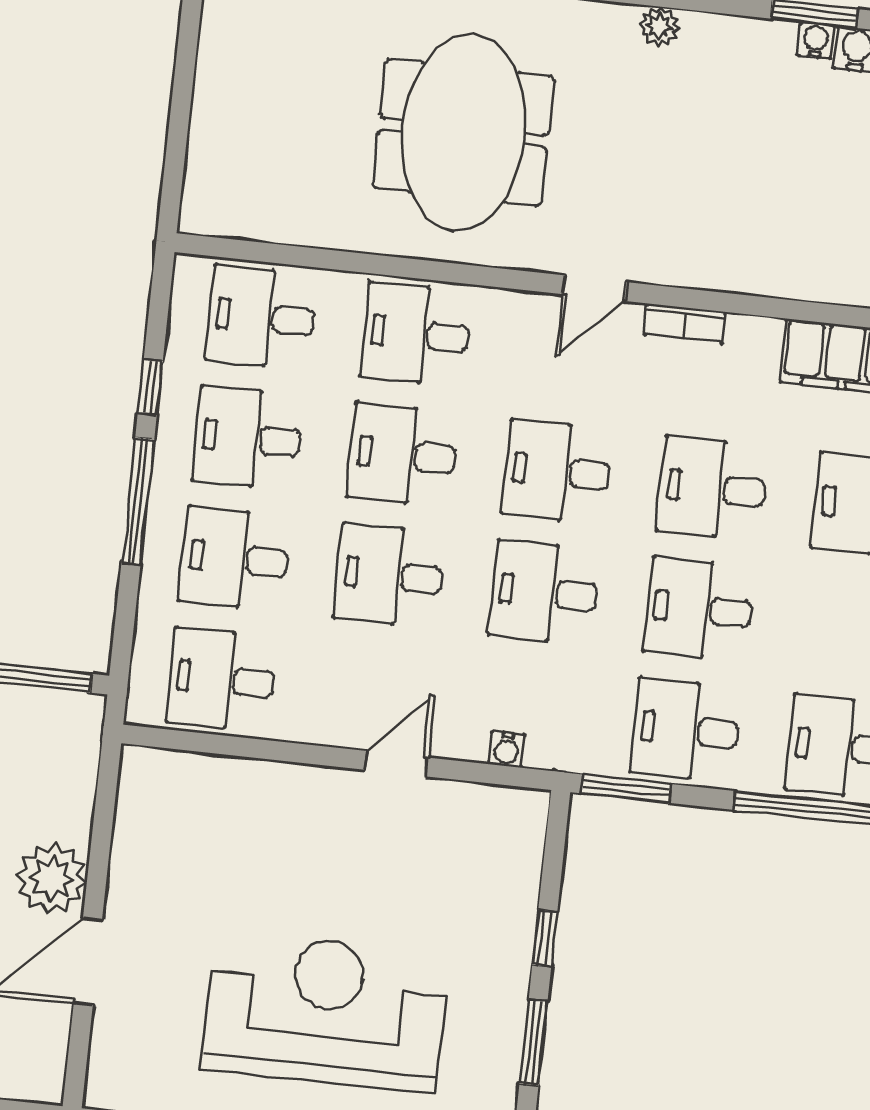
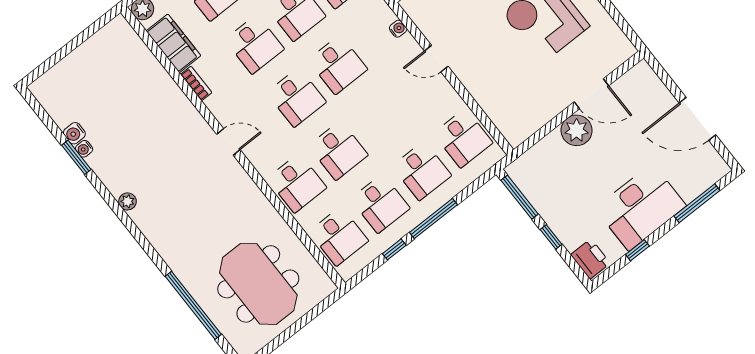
meeting table: (464, 132) -> (258, 284), moved, turned 90
bookcase: (685, 323) -> (196, 83), moved
desk: (390, 576) -> (380, 118), removed

